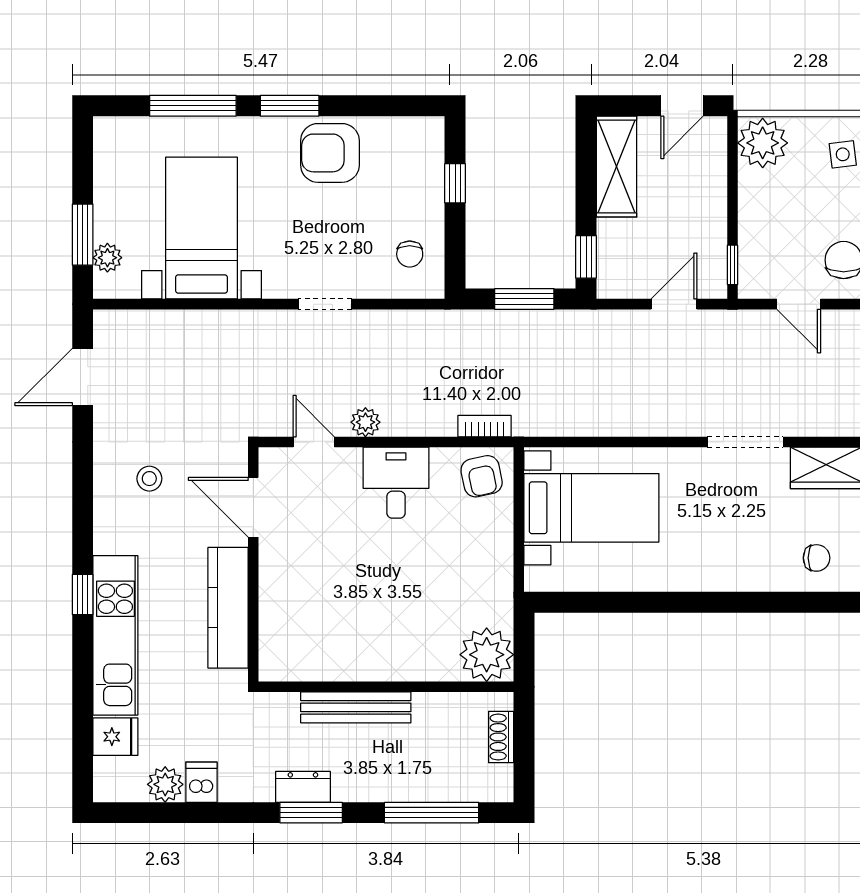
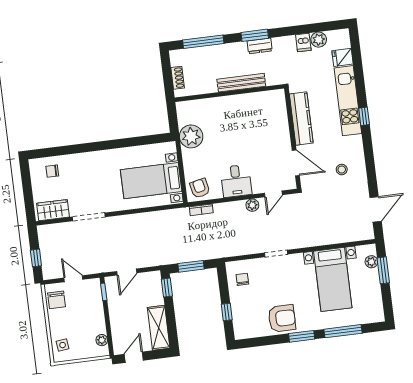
plant: (763, 143) -> (102, 340), width x0.53, depth x0.53
door: (314, 442) -> (273, 194), hinge flipped
plant: (487, 655) -> (191, 136), moved

